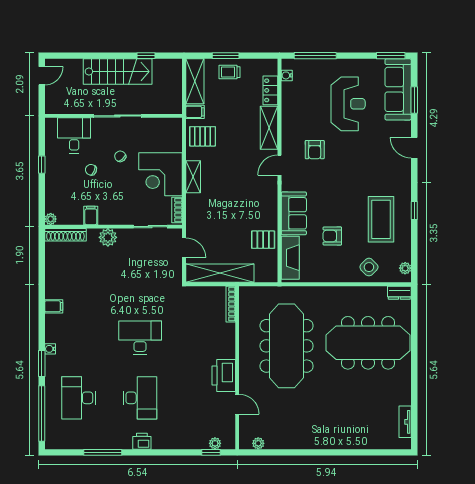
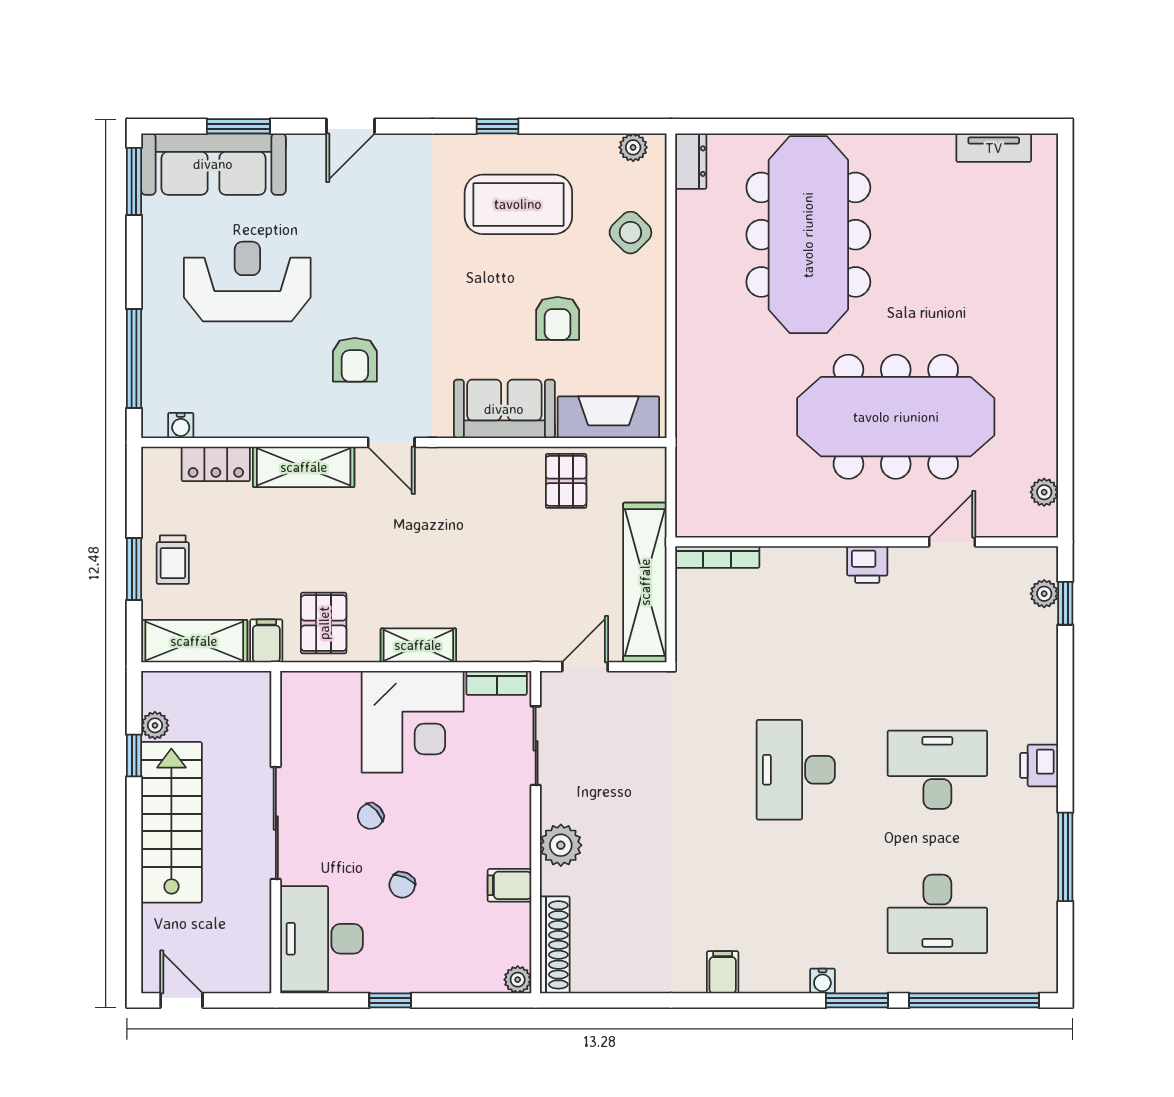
plant: (159, 64) -> (155, 725), added
desk: (74, 135) -> (321, 939), width x1.37
armchair: (315, 150) -> (355, 360), turned 90
meeting table: (287, 346) -> (896, 417), moved
printer: (224, 375) -> (867, 565), width x0.53, depth x0.68

